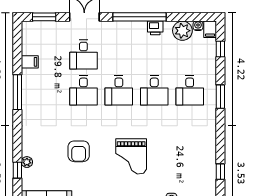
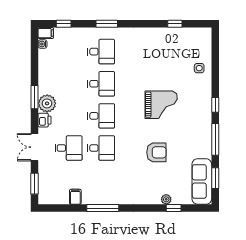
window: (140, 17) -> (35, 97), width x0.47
printer: (155, 28) -> (44, 120), moved
plant: (182, 31) -> (47, 103), moved

